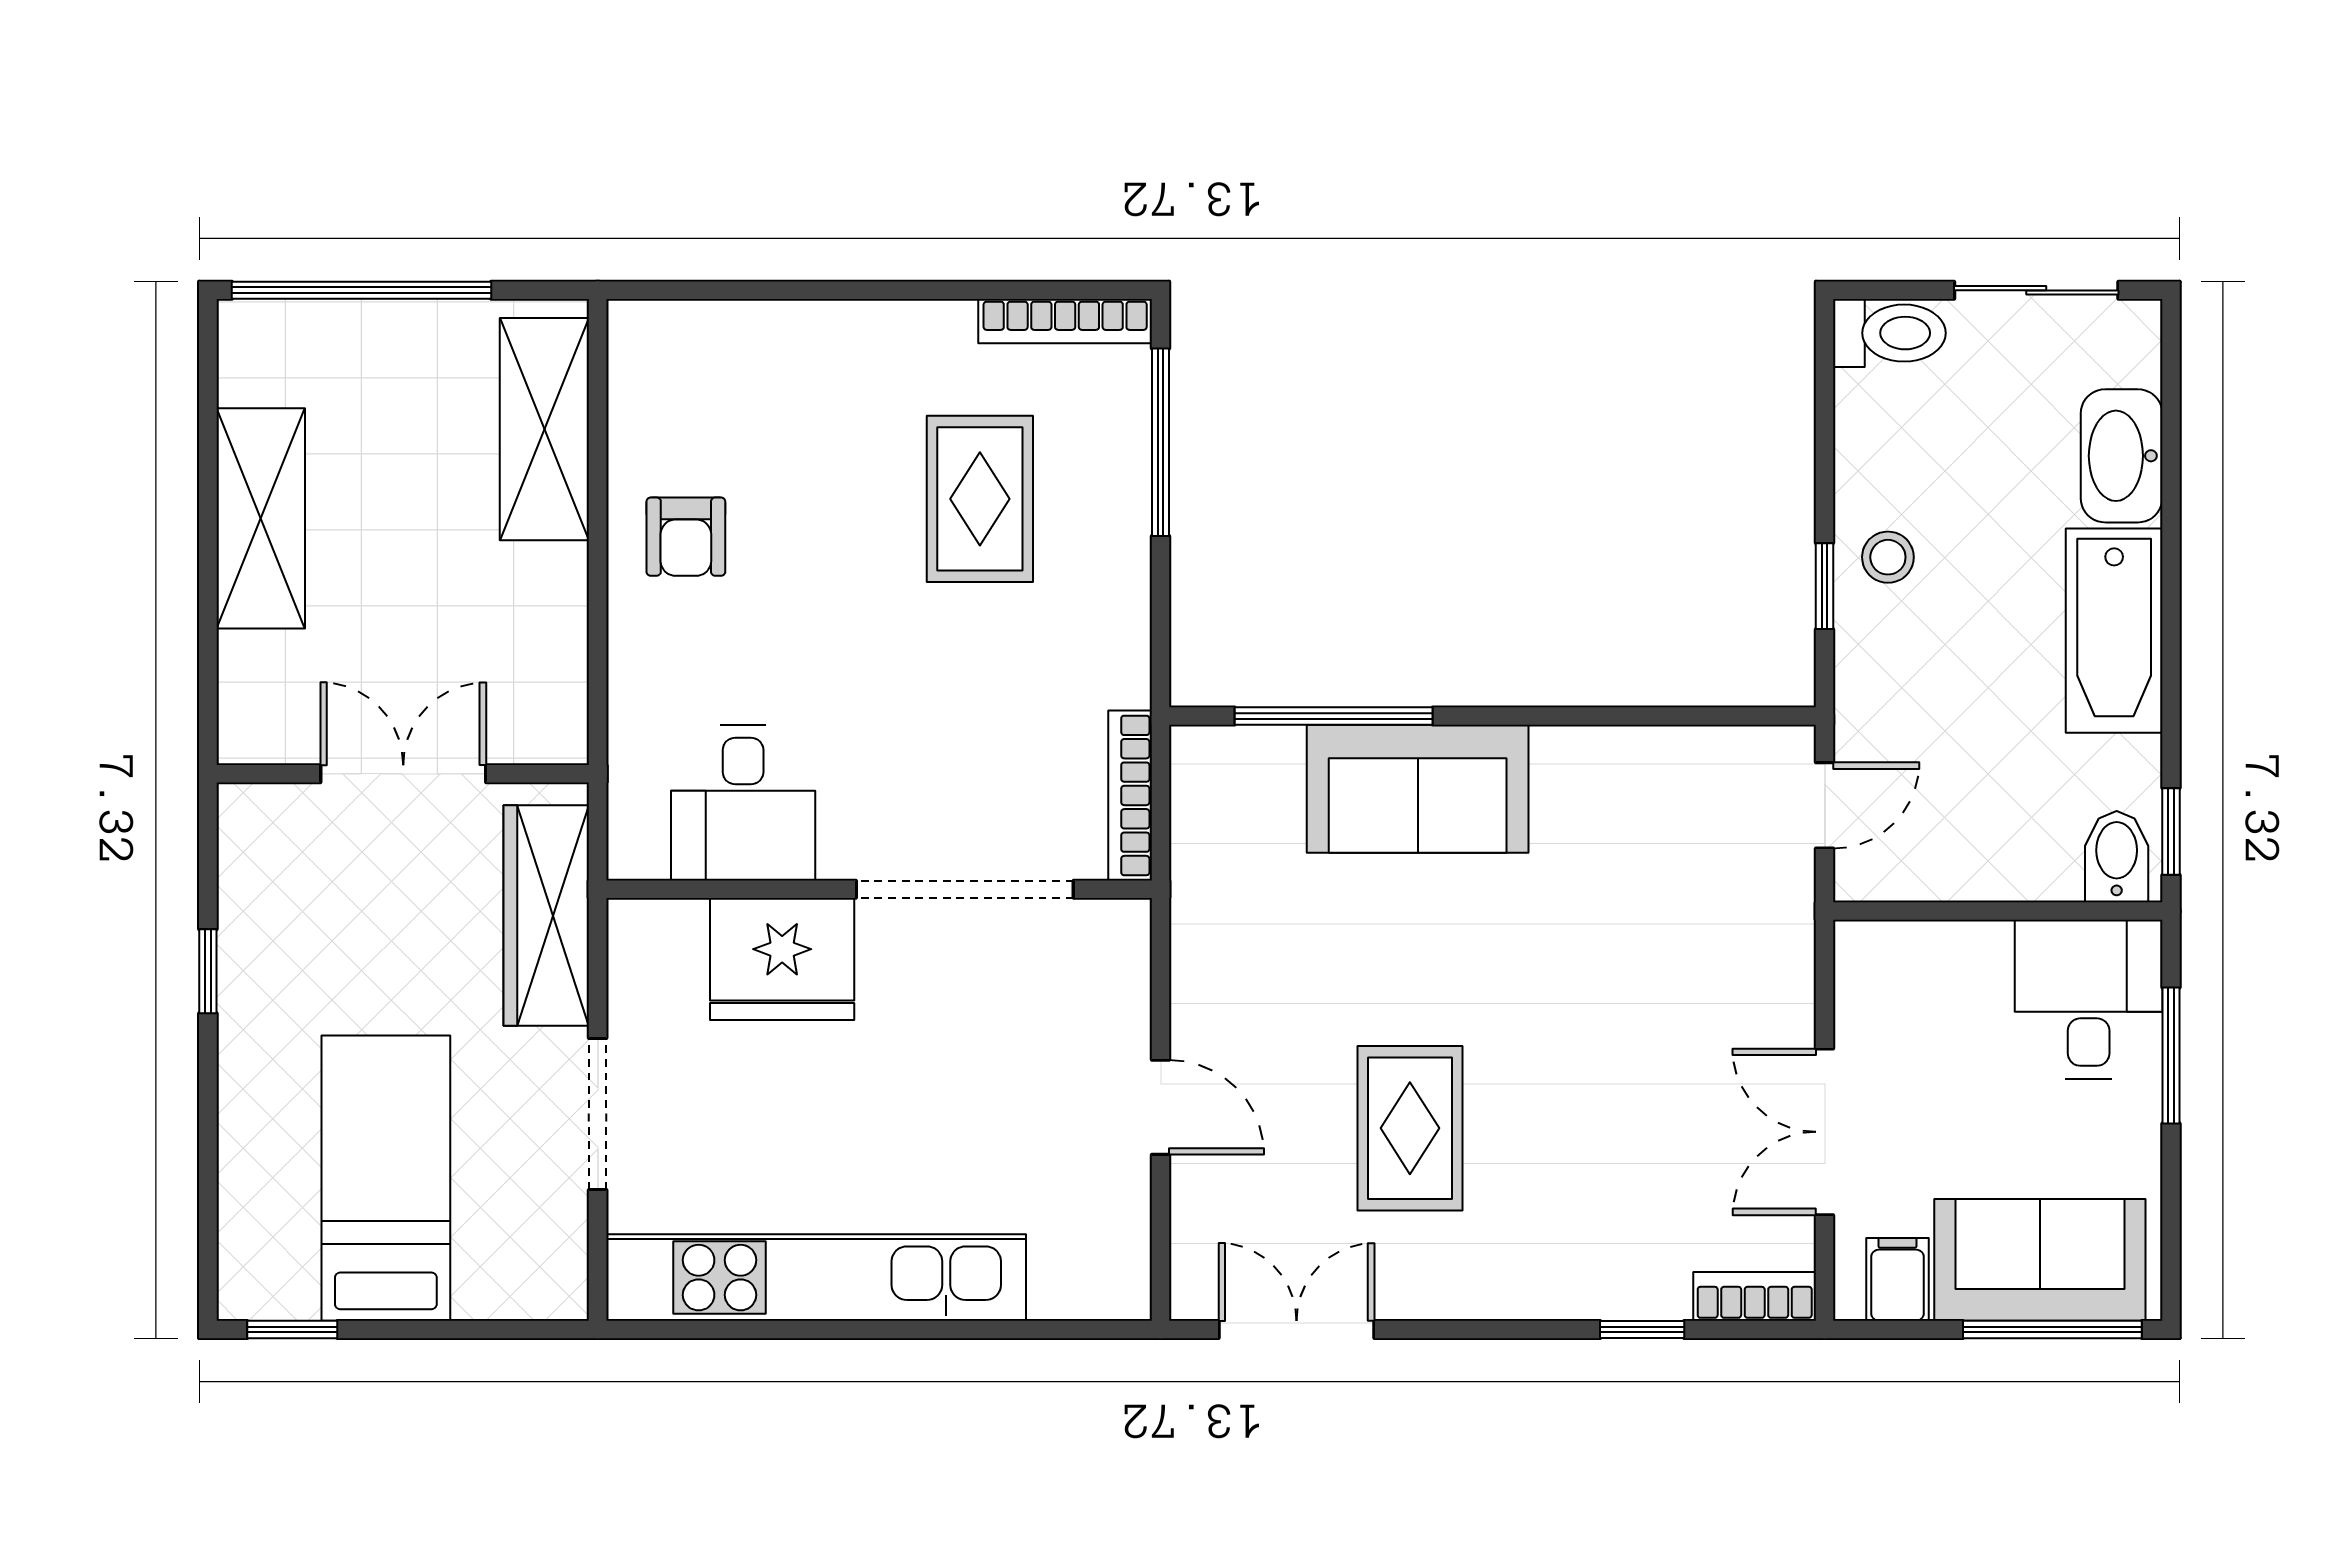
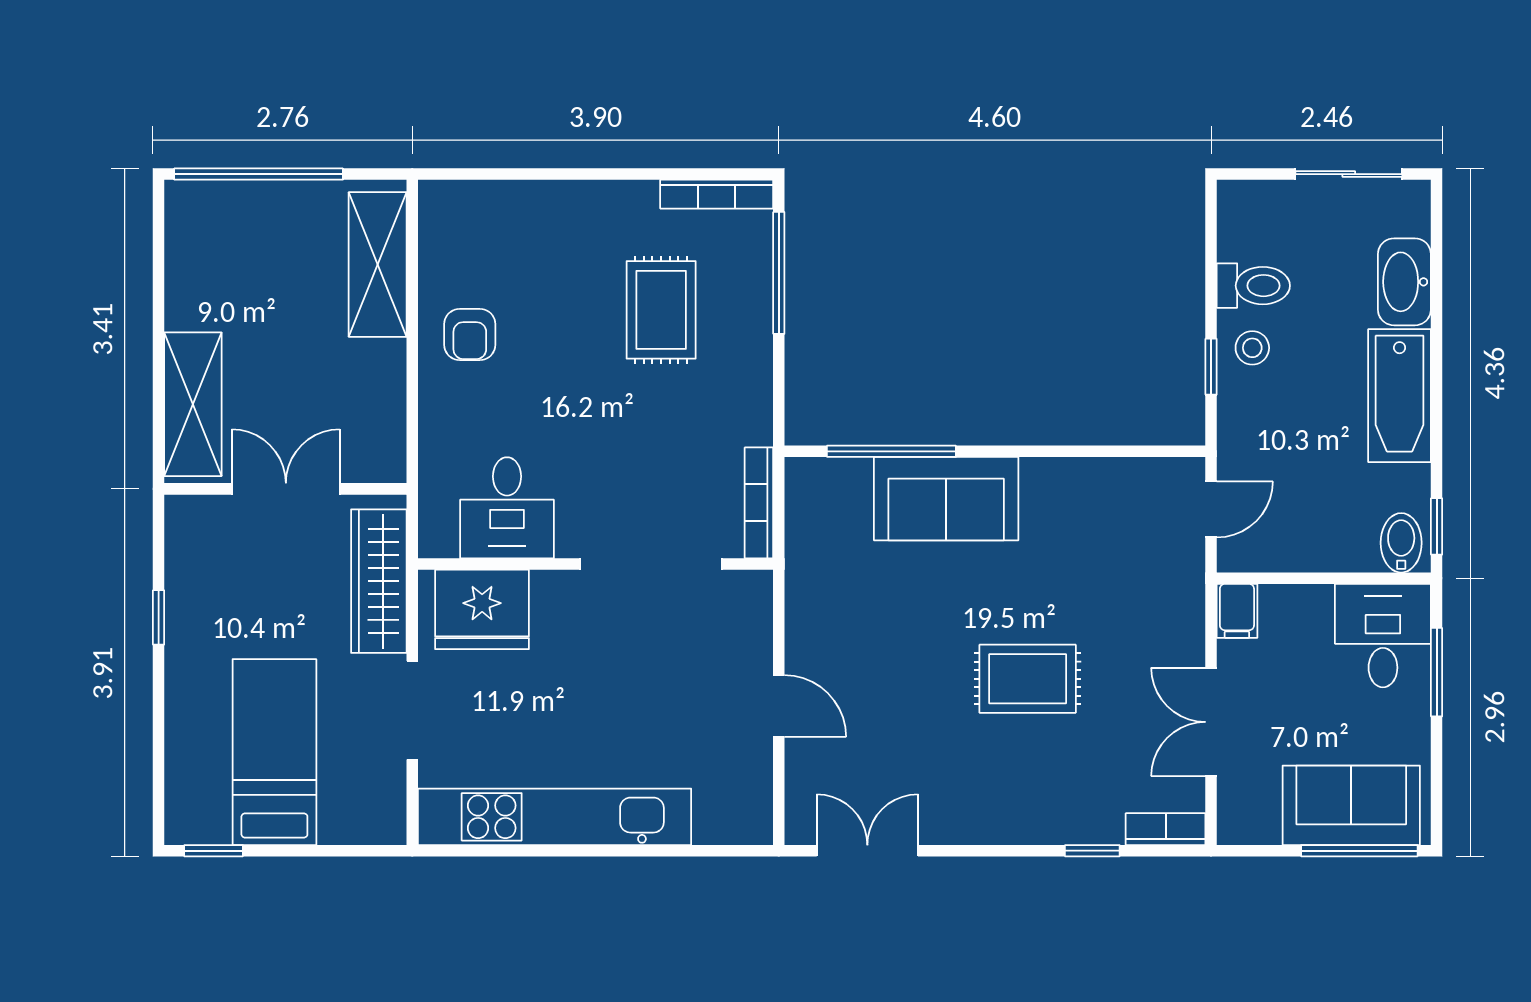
toilet: (1889, 333) -> (1253, 286), moved
shelving: (261, 518) -> (193, 404), moved
fridge: (782, 959) -> (482, 609), moved
rug: (1410, 1128) -> (1028, 679), moved, turned 90
filing cabinet: (1897, 1279) -> (1237, 611), moved, turned 180

